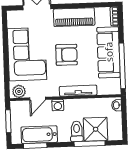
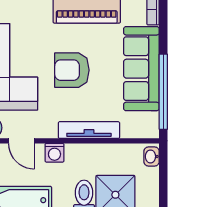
armchair: (66, 55) -> (72, 70), turned 180
door: (38, 99) -> (21, 141), hinge flipped

